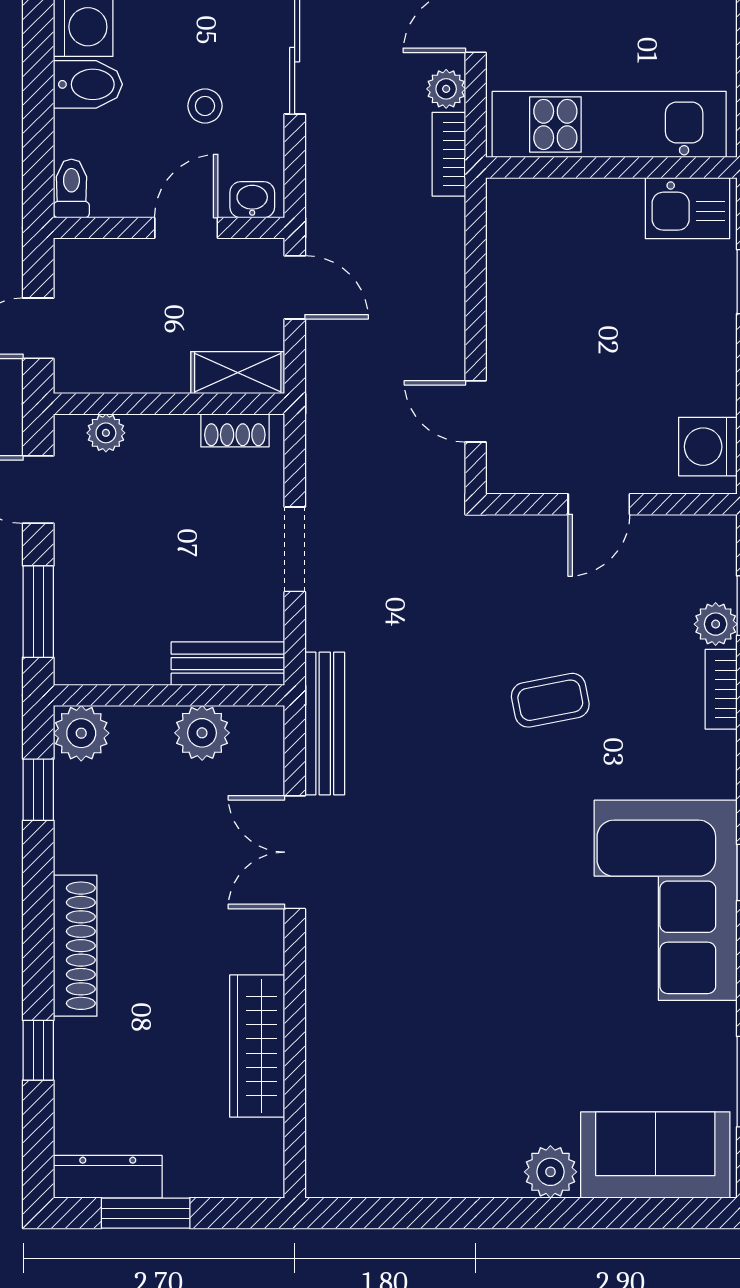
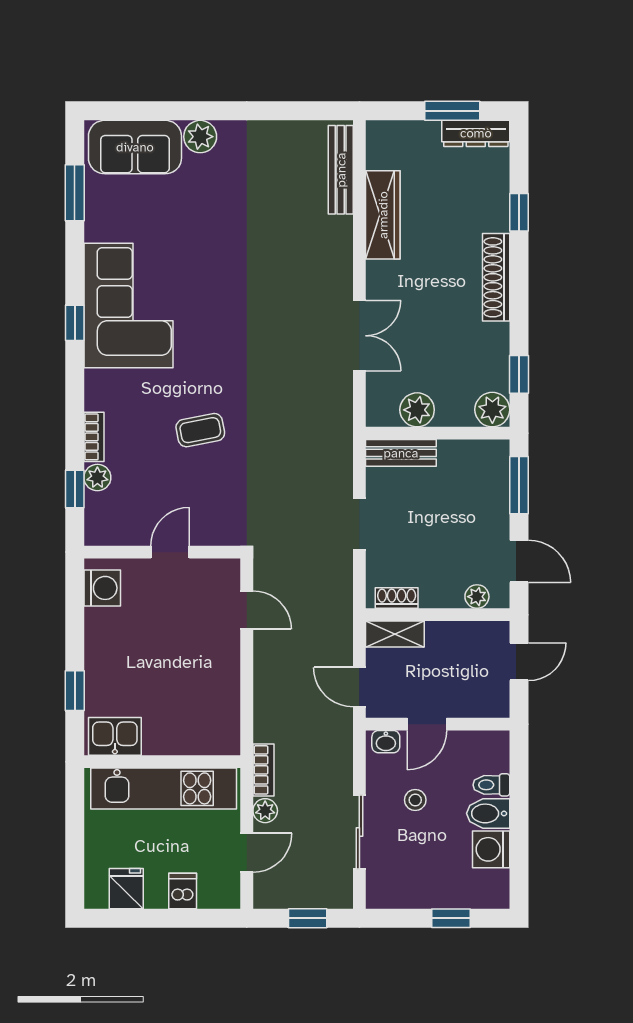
toilet: (71, 188) -> (491, 785), moved, turned 90
bench: (325, 724) -> (341, 170), moved

